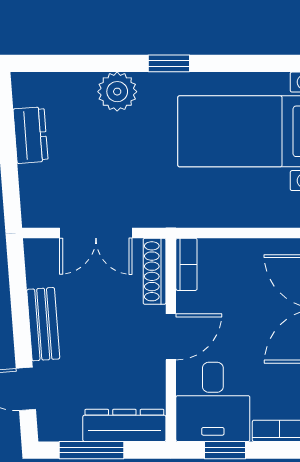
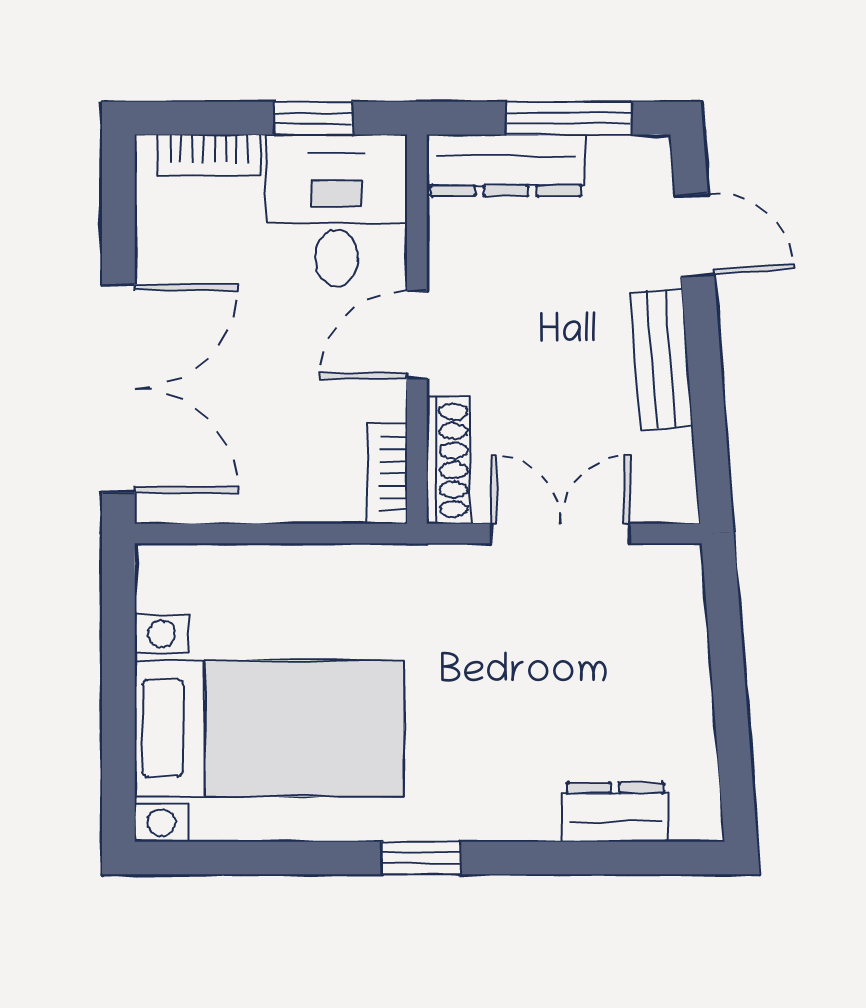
plant: (117, 92) -> (520, 804), removed
dresser: (31, 135) -> (615, 812), moved, turned 94

